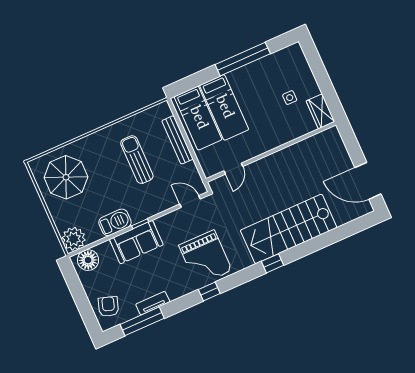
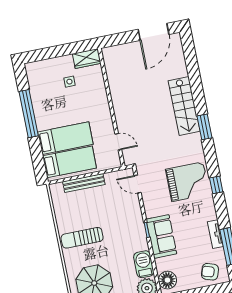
sun lounger: (137, 160) -> (82, 238), moved
door: (190, 201) -> (138, 184), hinge flipped
barbecue: (115, 222) -> (144, 264), moved
stairs: (289, 229) -> (184, 106), width x0.73, depth x0.66
window: (272, 263) -> (205, 127), width x1.50

